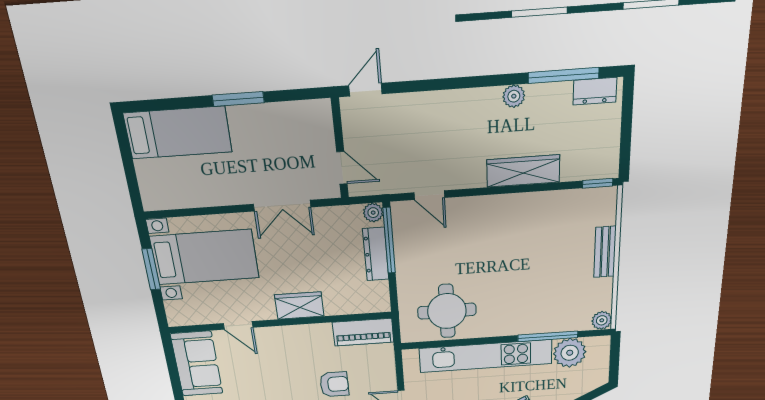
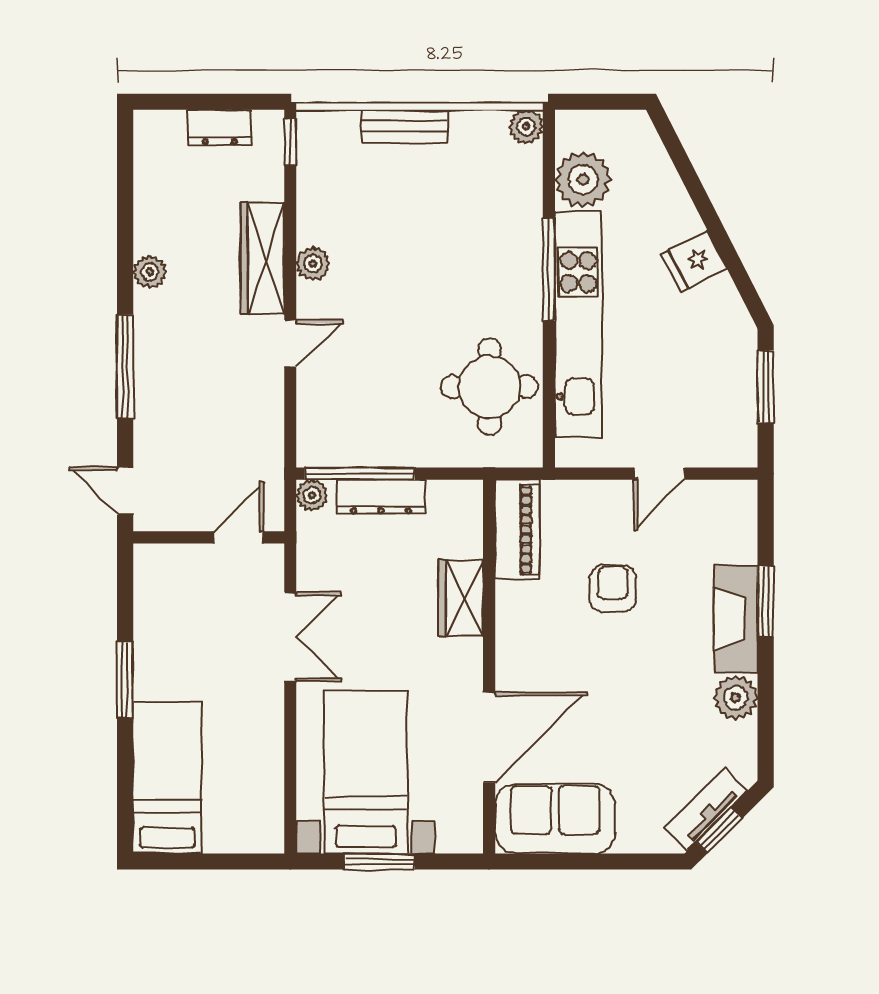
window: (564, 75) -> (125, 367), moved
dresser: (595, 91) -> (220, 128), moved, turned 90
door: (429, 195) -> (290, 344), moved
plant: (520, 203) -> (313, 264), added
wardrobe: (299, 306) -> (461, 598), moved
door: (238, 325) -> (489, 737), width x1.88
window: (548, 336) -> (549, 269), moved

